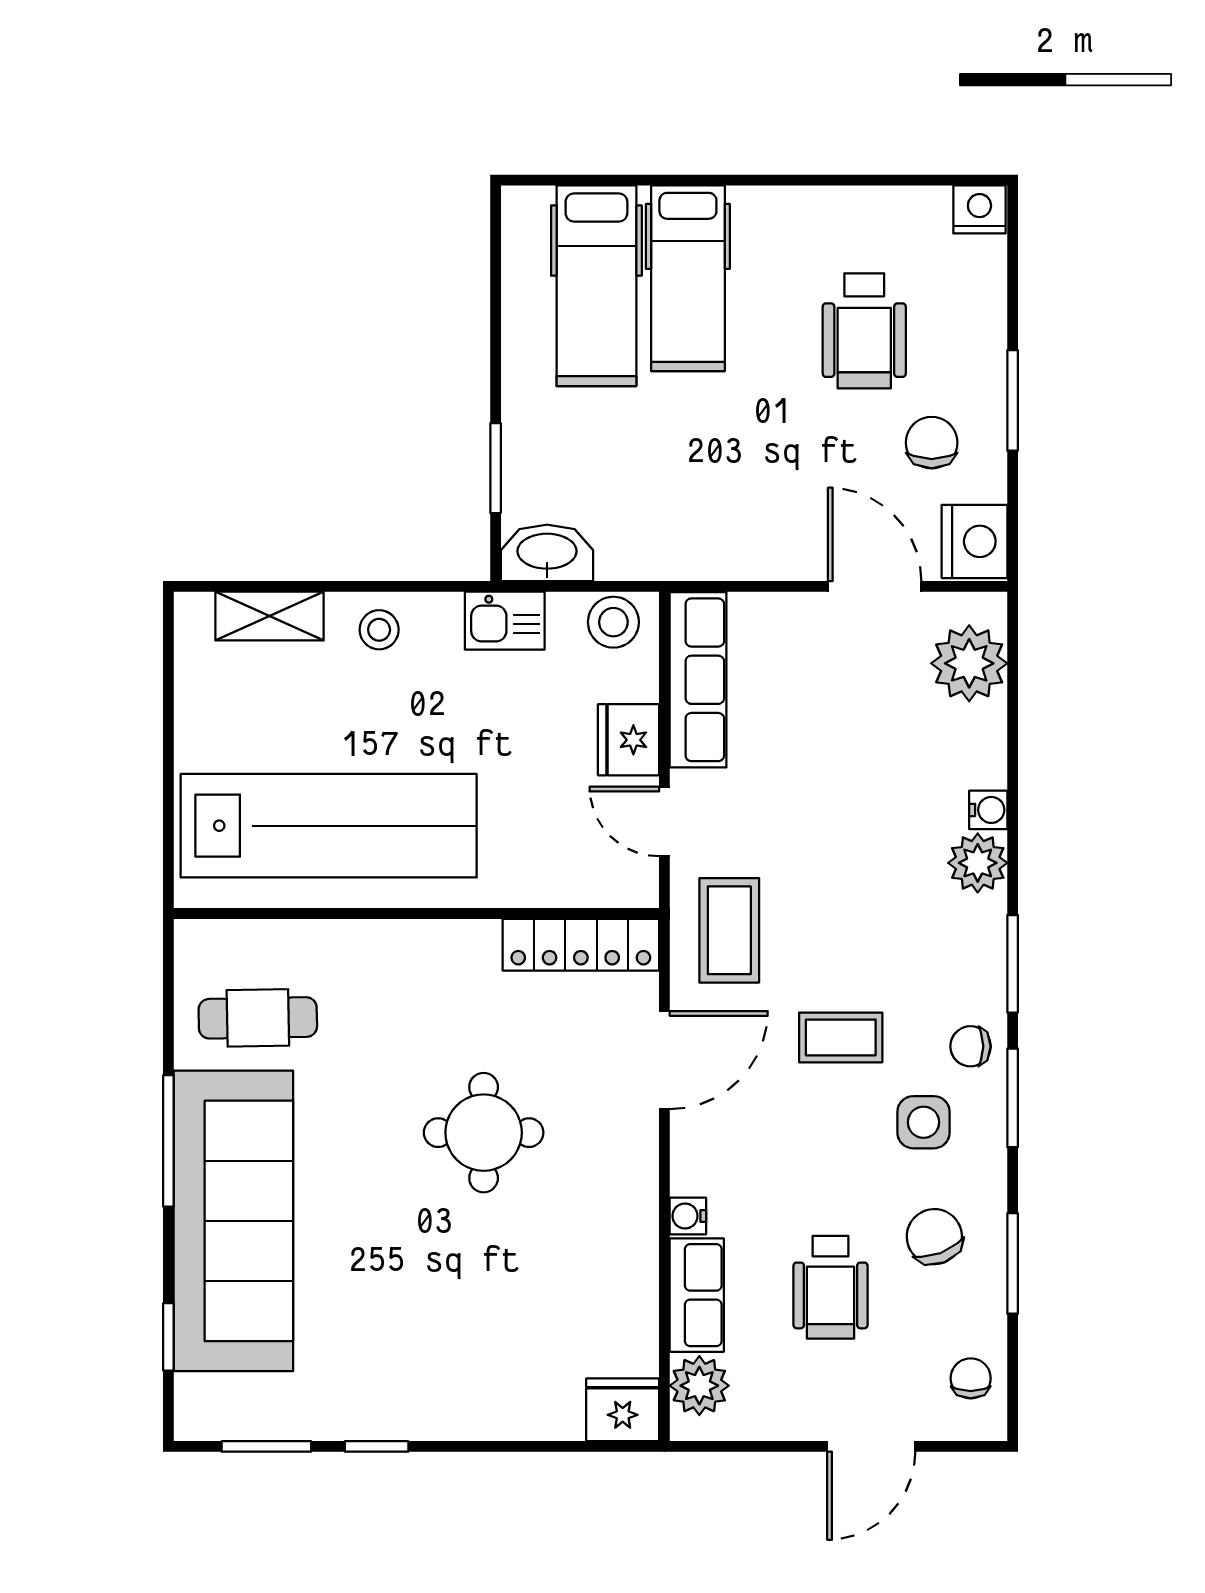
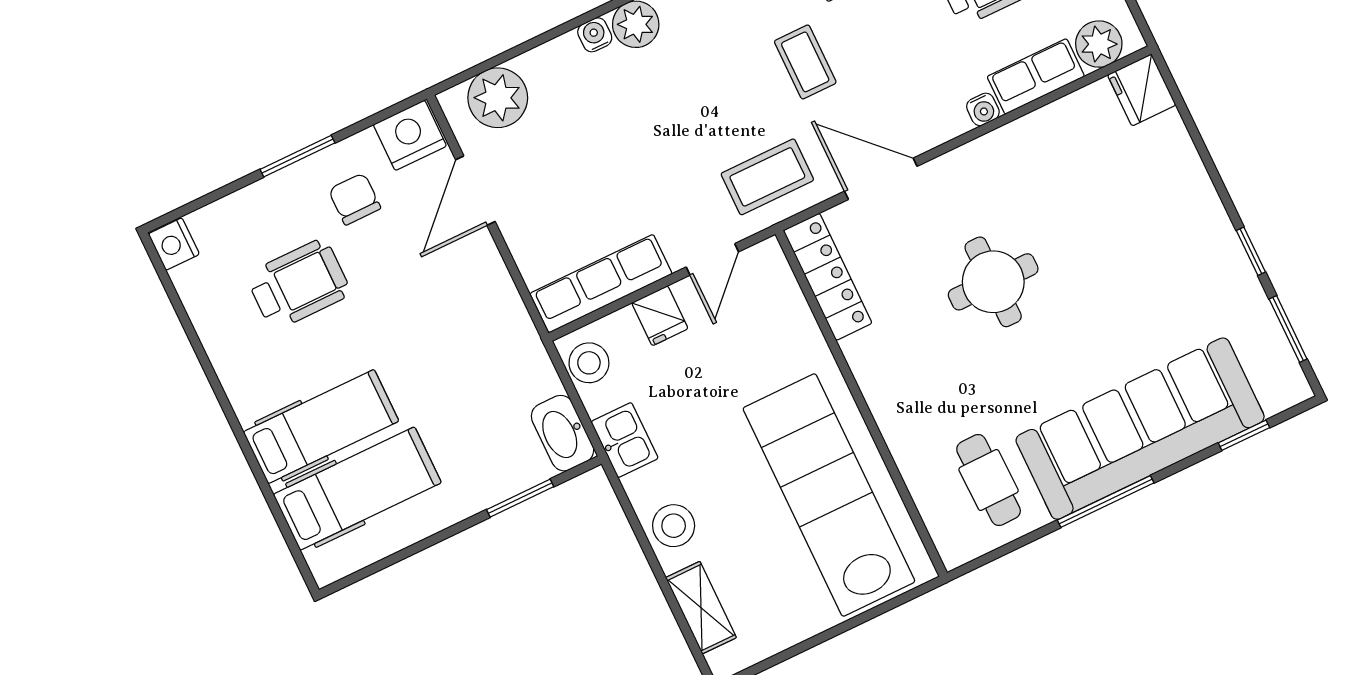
chair: (932, 443) -> (355, 199), turned 90
stool: (379, 630) -> (674, 526), width x1.37, depth x1.37
fridge: (629, 740) -> (660, 316), width x0.72

